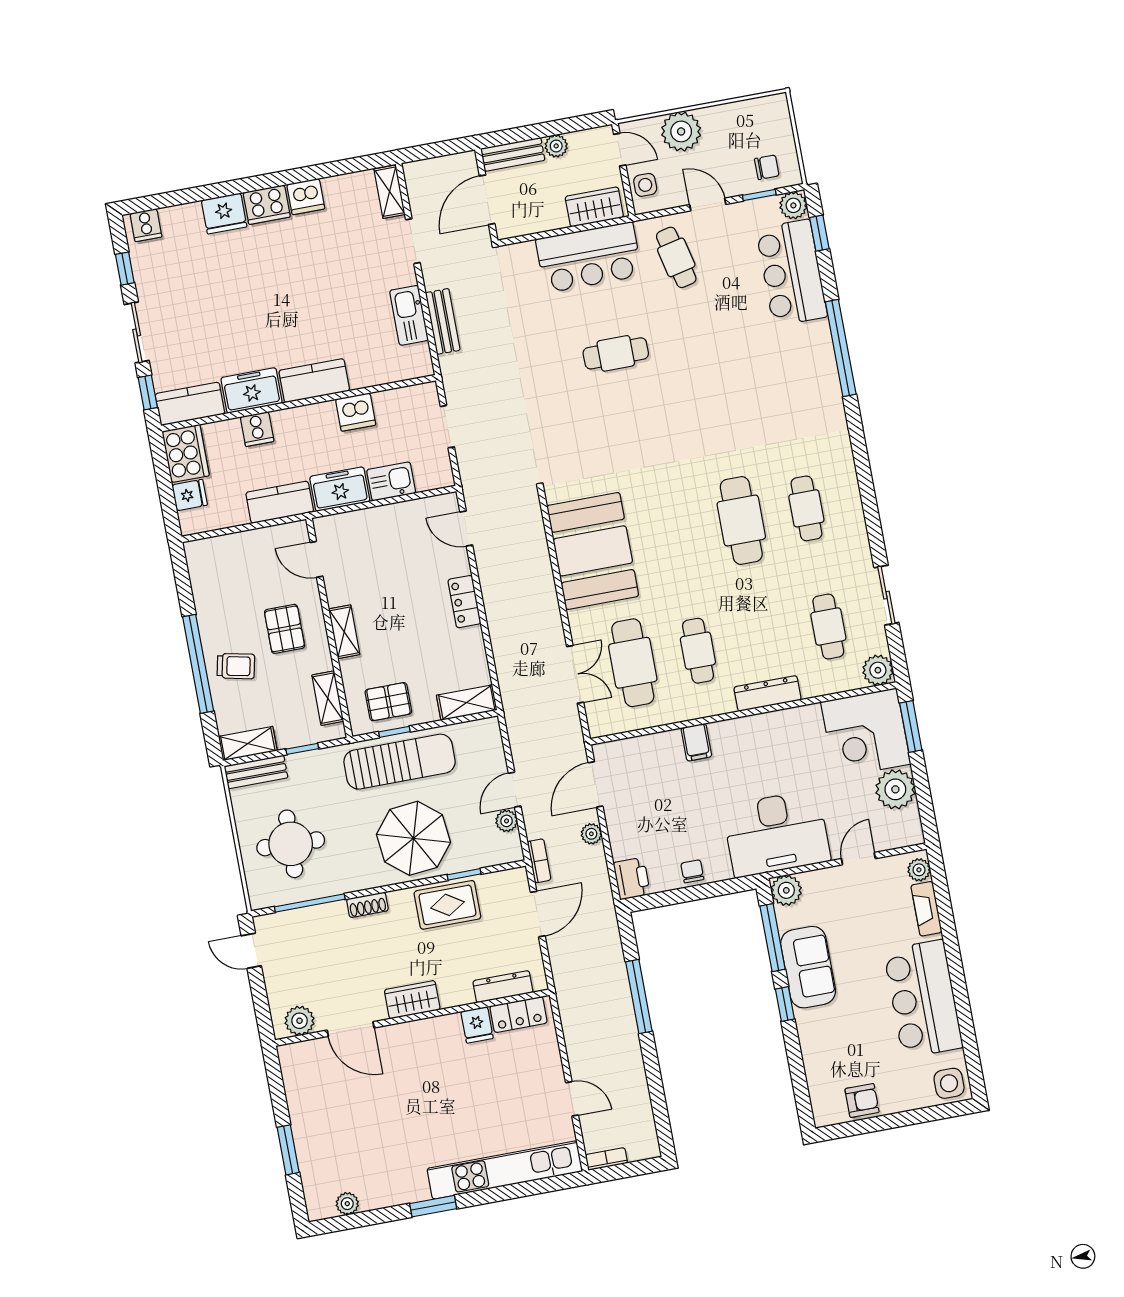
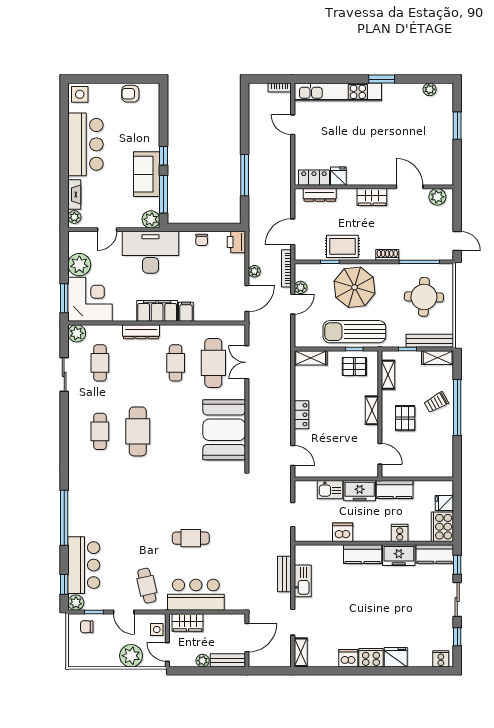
trolley: (236, 666) -> (436, 402), turned -41
filing cabinet: (746, 734) -> (157, 311), added
bench: (256, 772) -> (430, 341), width x1.36
bookcase: (539, 861) -> (286, 268), width x1.56

